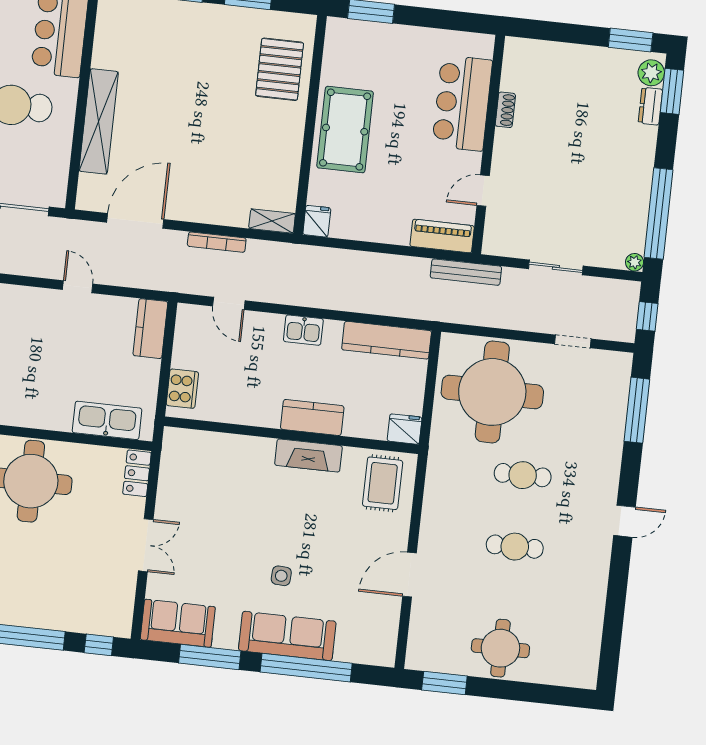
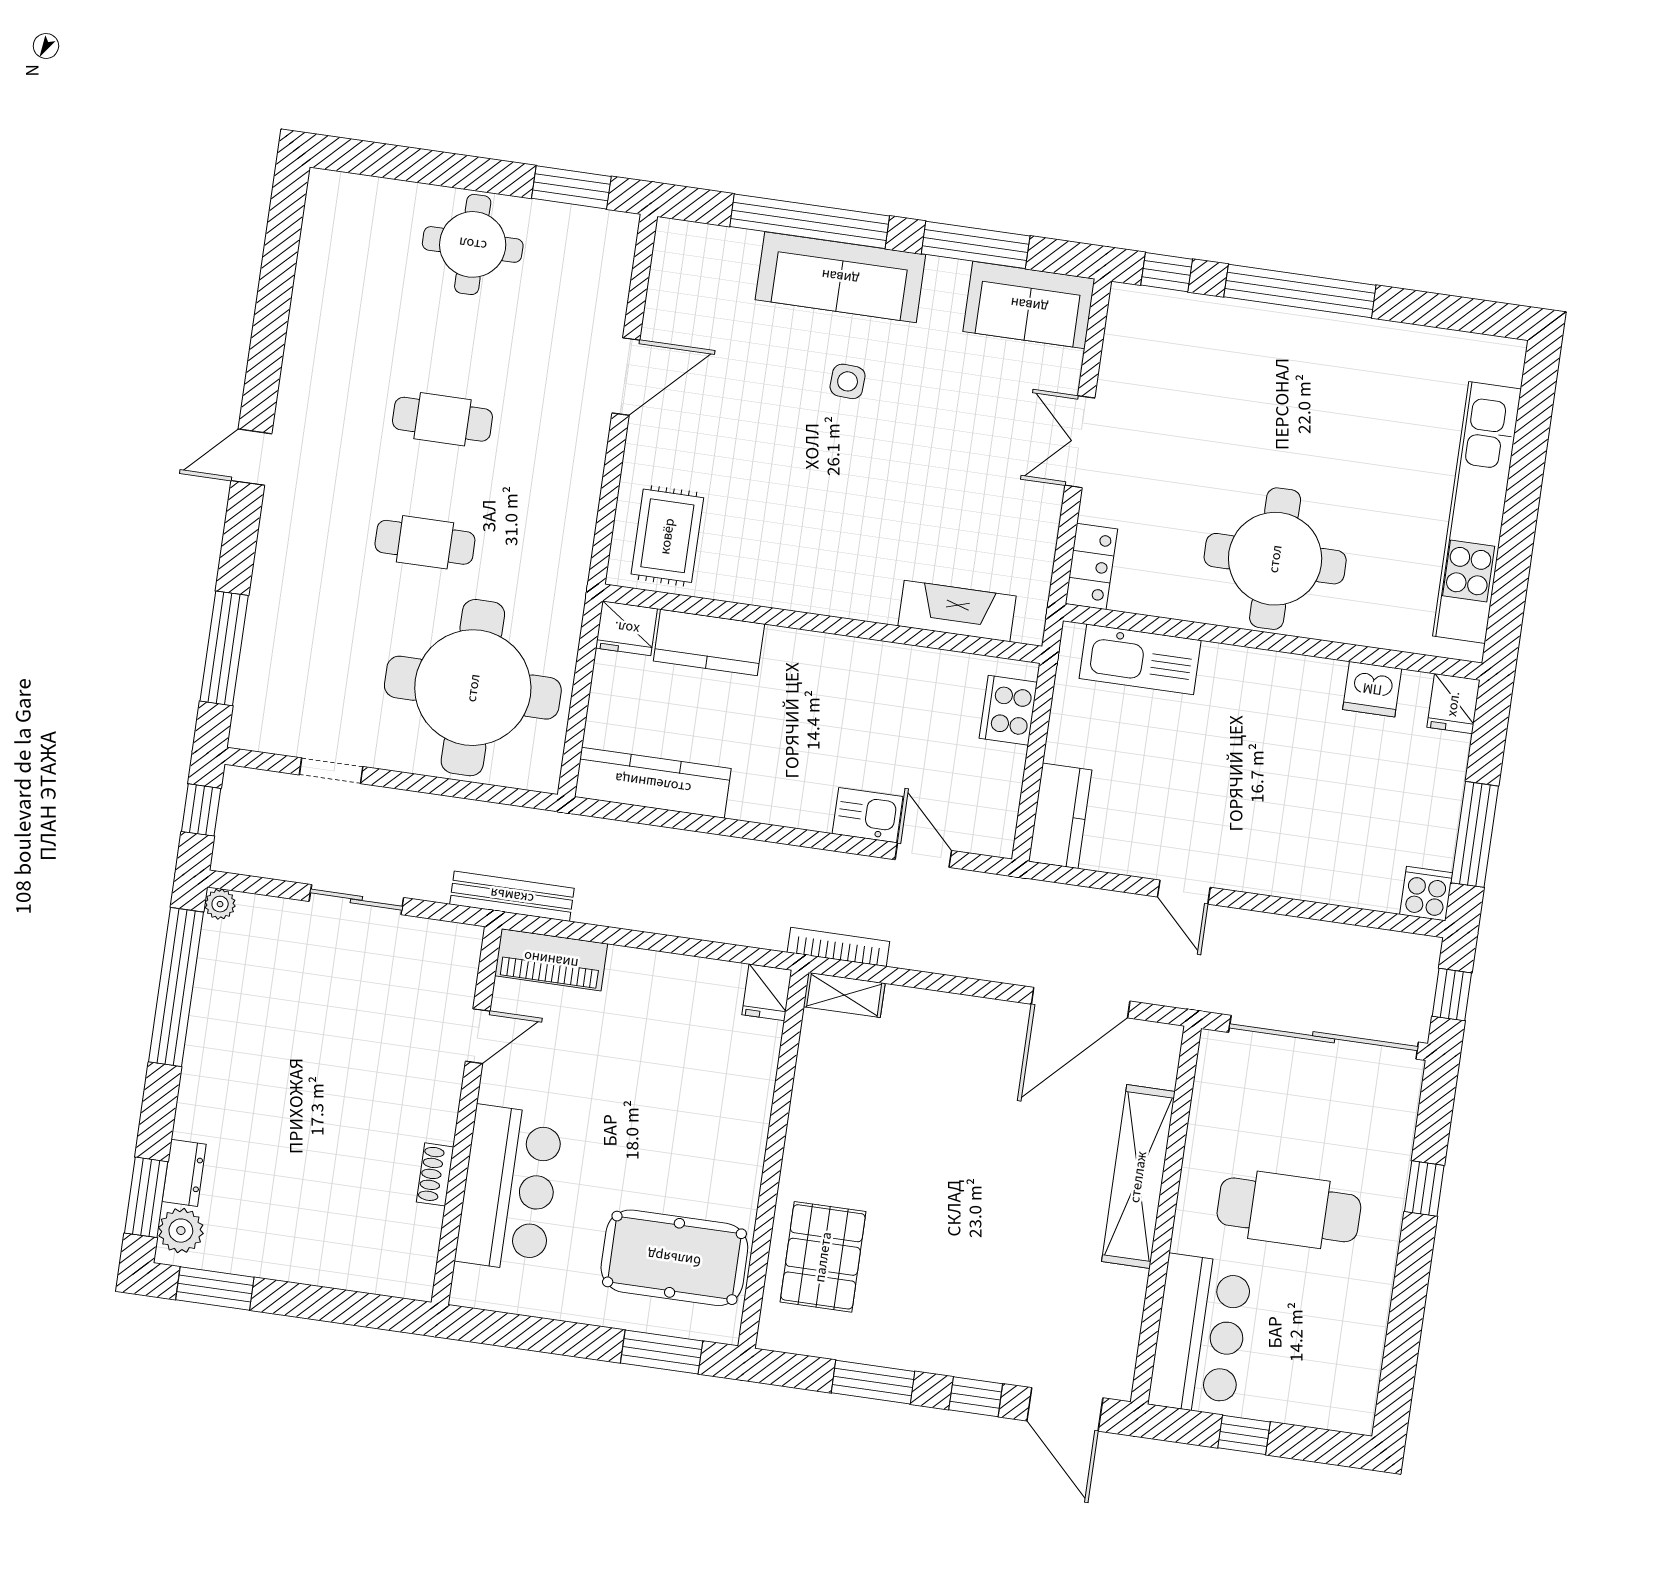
pool table: (345, 130) -> (674, 1258), moved, turned 90
bookcase: (217, 242) -> (838, 947), moved
kitchen sink: (303, 330) -> (868, 815), moved
kitchen counter: (312, 417) -> (709, 642), moved
fireplace: (308, 455) -> (957, 611), moved

